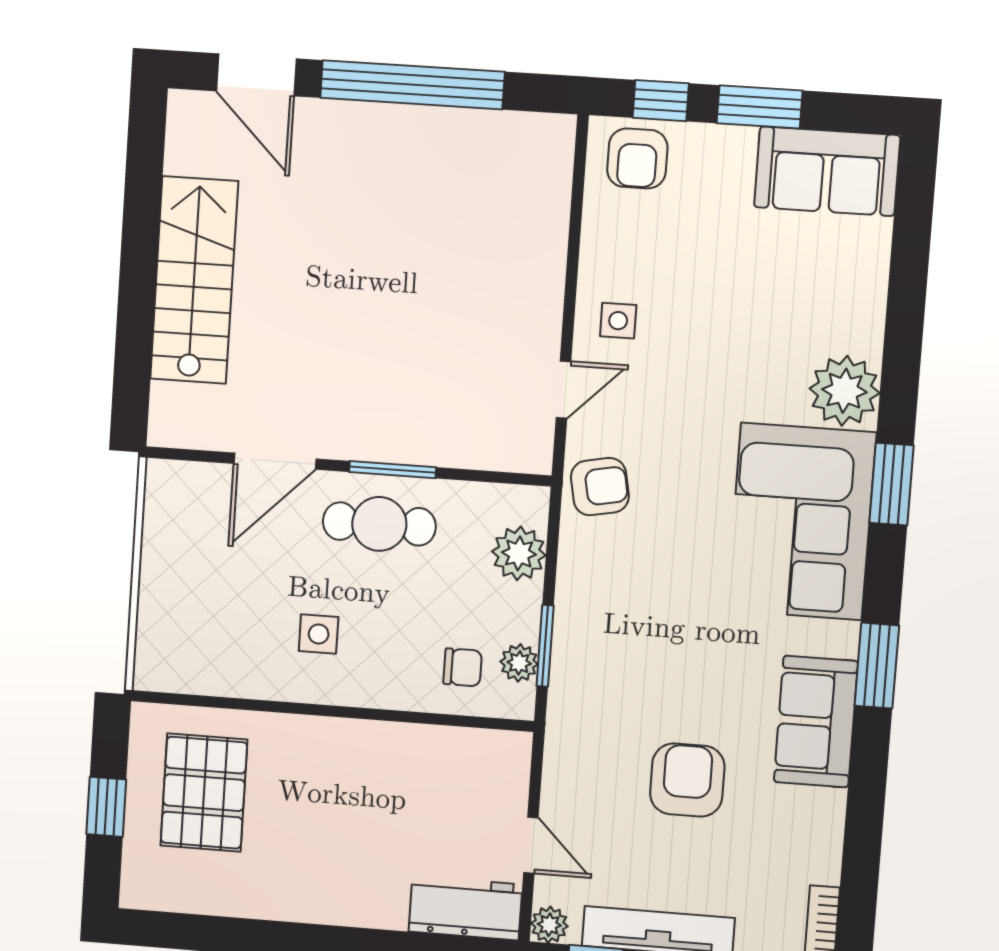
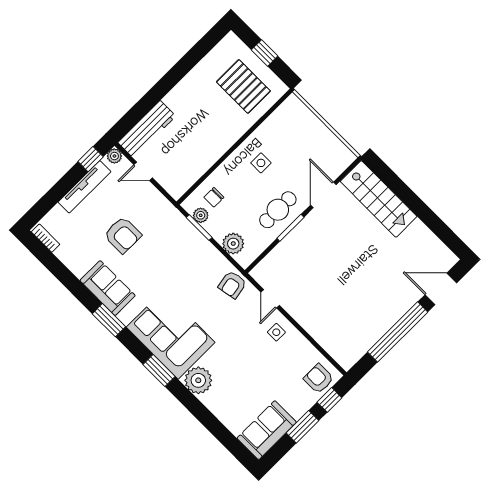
stairs: (194, 280) -> (379, 199), moved
workbench: (465, 908) -> (147, 129), width x1.38

